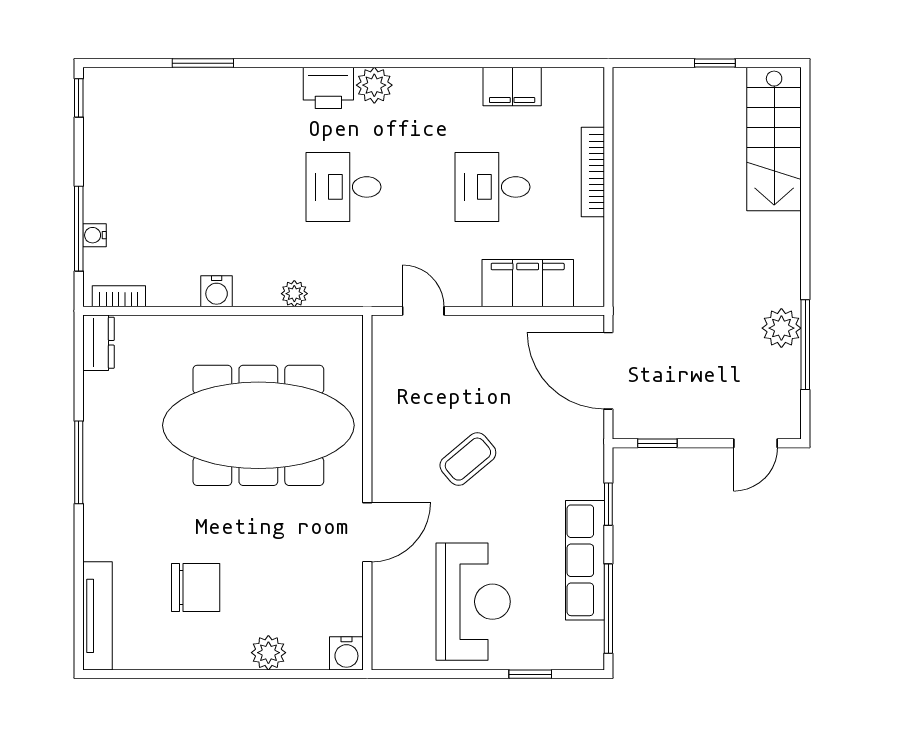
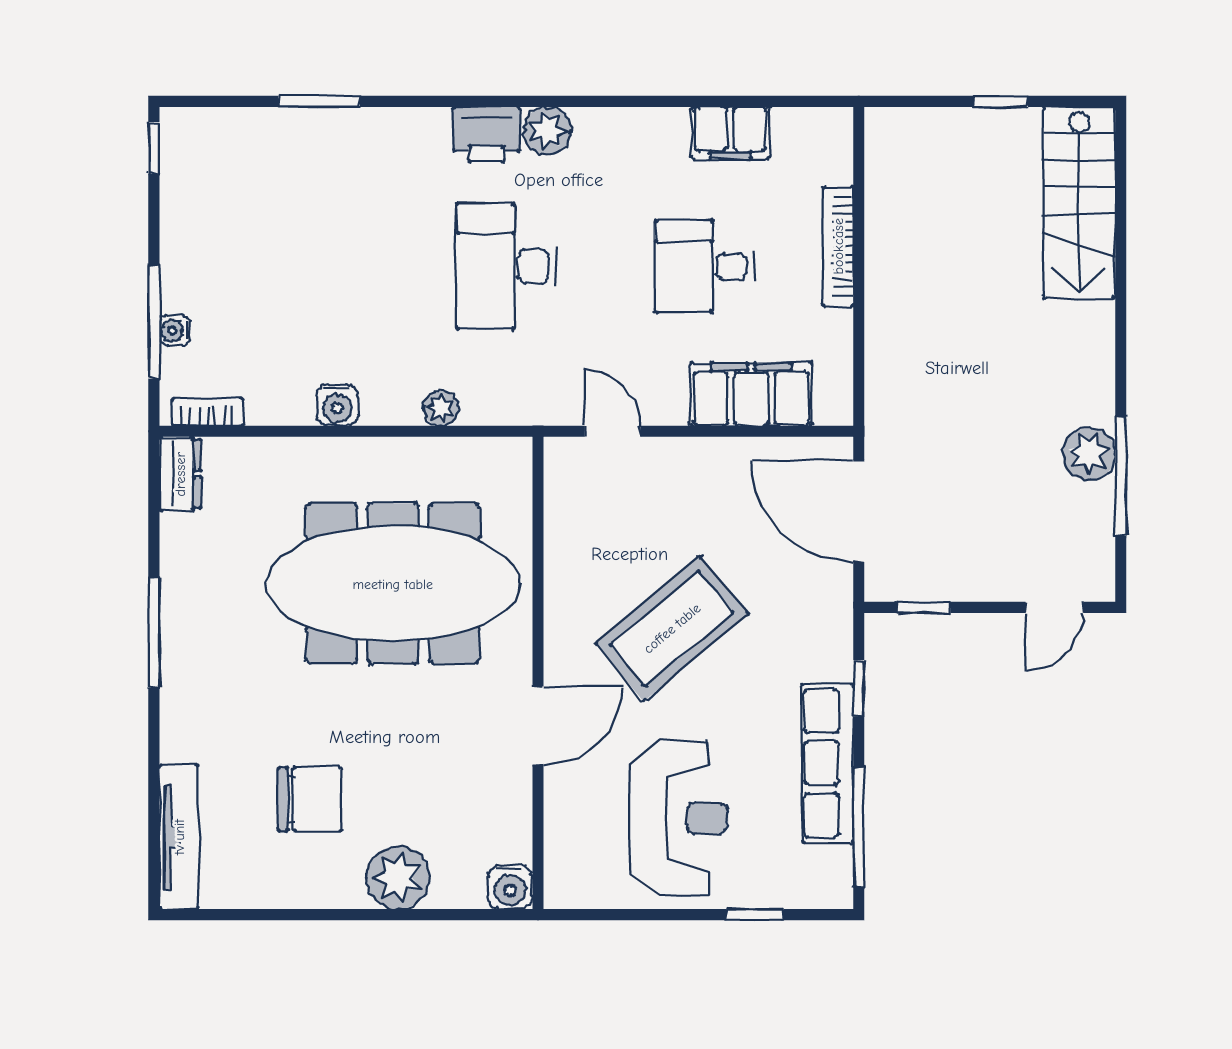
desk: (344, 187) -> (506, 266), width x1.37
coffee table: (468, 459) -> (672, 628), width x1.86, depth x1.72
plant: (268, 653) -> (398, 878), width x1.36, depth x1.36

